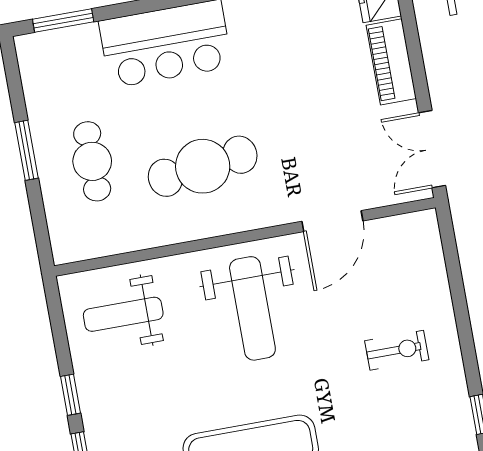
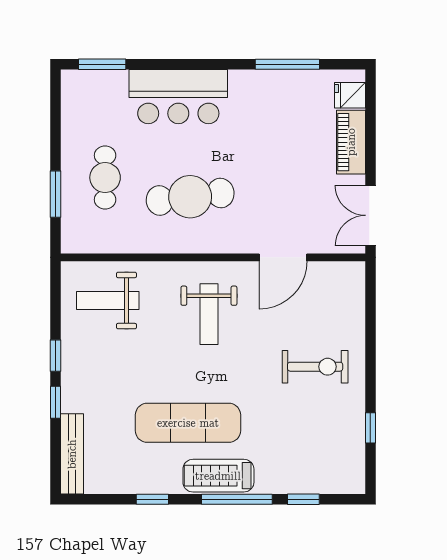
window: (26, 150) -> (56, 194), moved
weight bench: (252, 308) -> (209, 314), width x0.73, depth x0.75
exercise bike: (397, 350) -> (315, 367), width x1.38, depth x1.39

